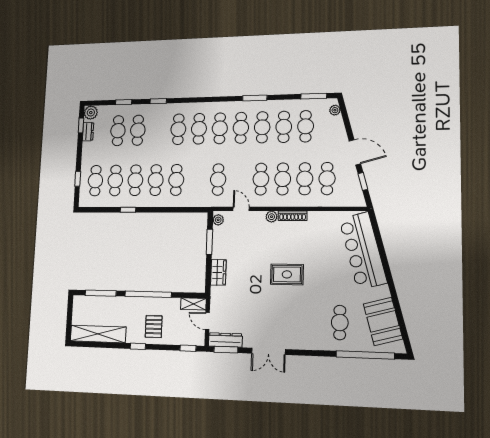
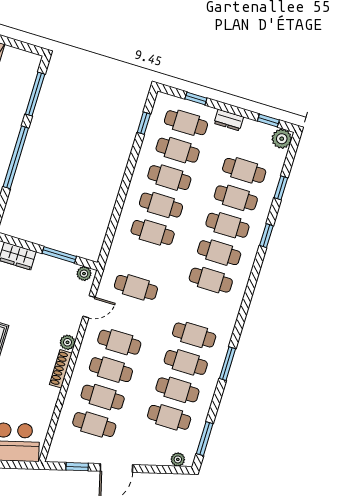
cafe table: (220, 128) -> (227, 225), moved
dresser: (88, 132) -> (229, 120), moved
window: (128, 210) -> (144, 123), moved

